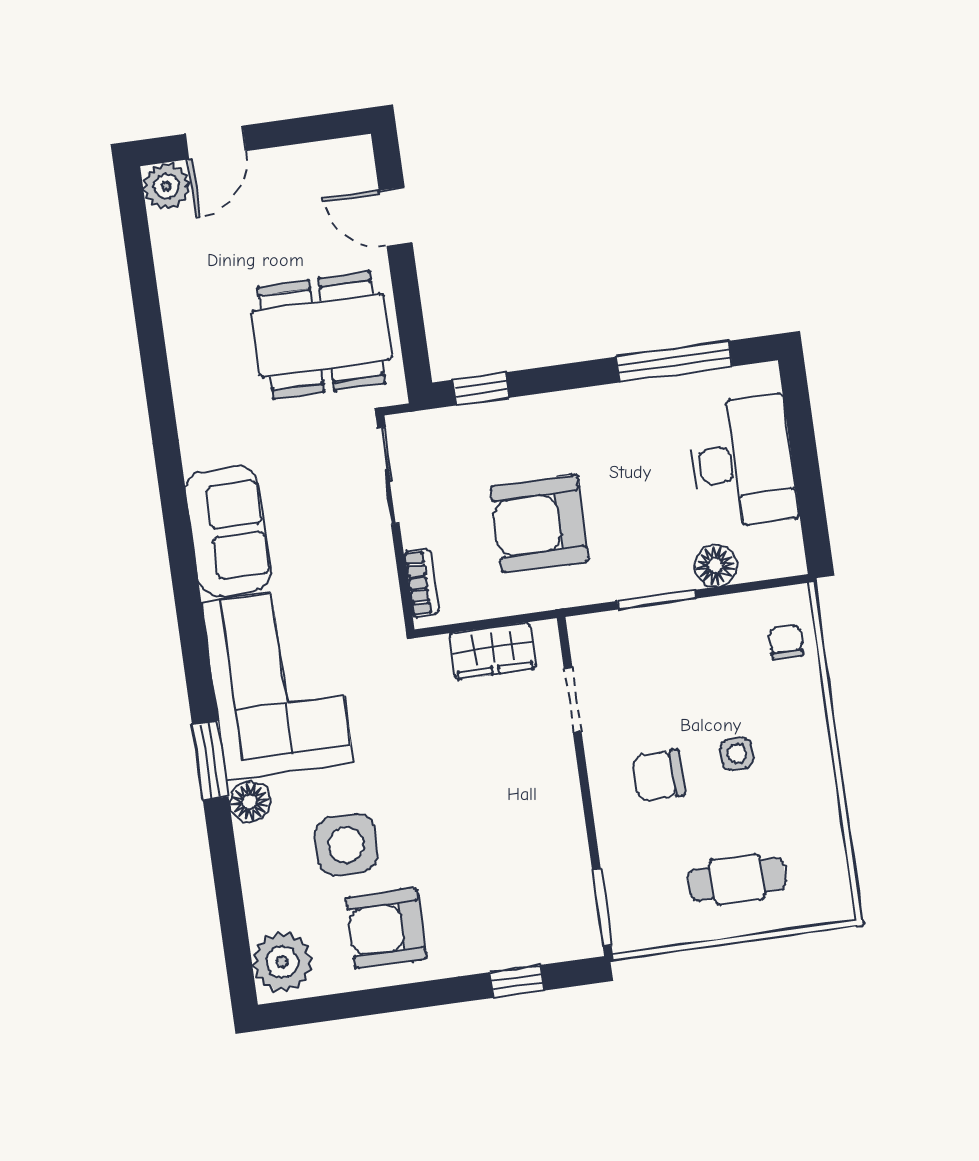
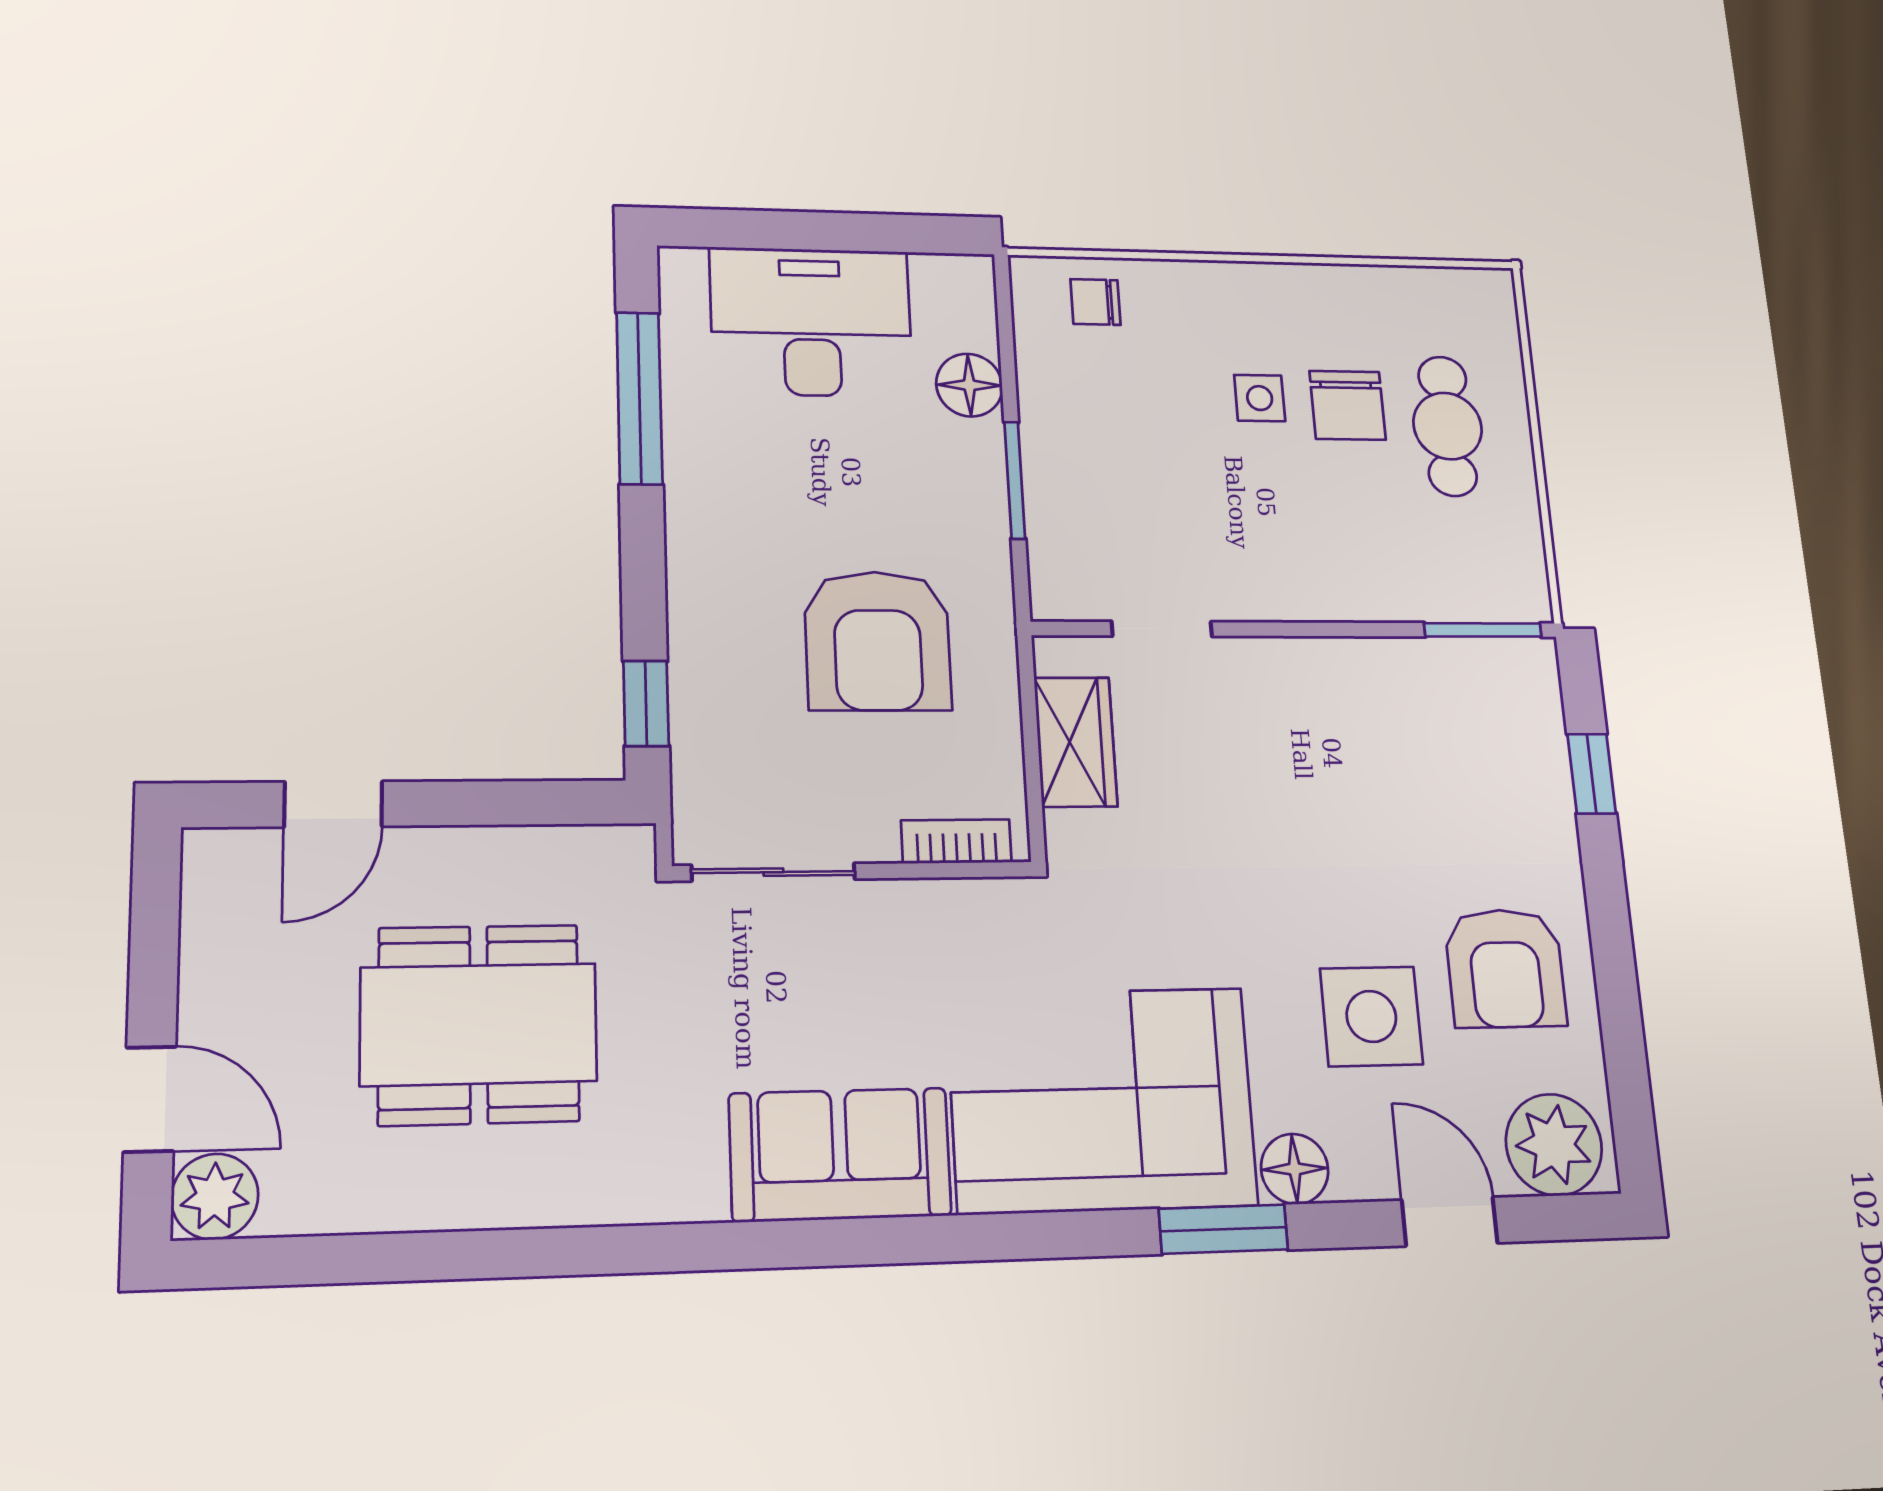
dining table: (321, 335) -> (479, 1024), moved, turned 90
chair: (659, 776) -> (1348, 405), moved
door: (230, 898) -> (1450, 1221), added

